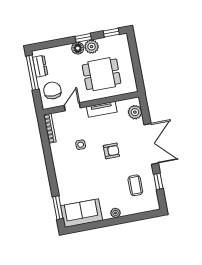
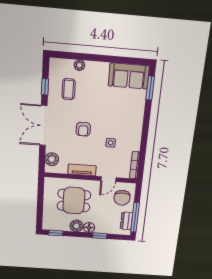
window: (83, 38) -> (100, 236), moved
armchair: (111, 151) -> (83, 129), turned -90
plant: (116, 213) -> (79, 65), moved

